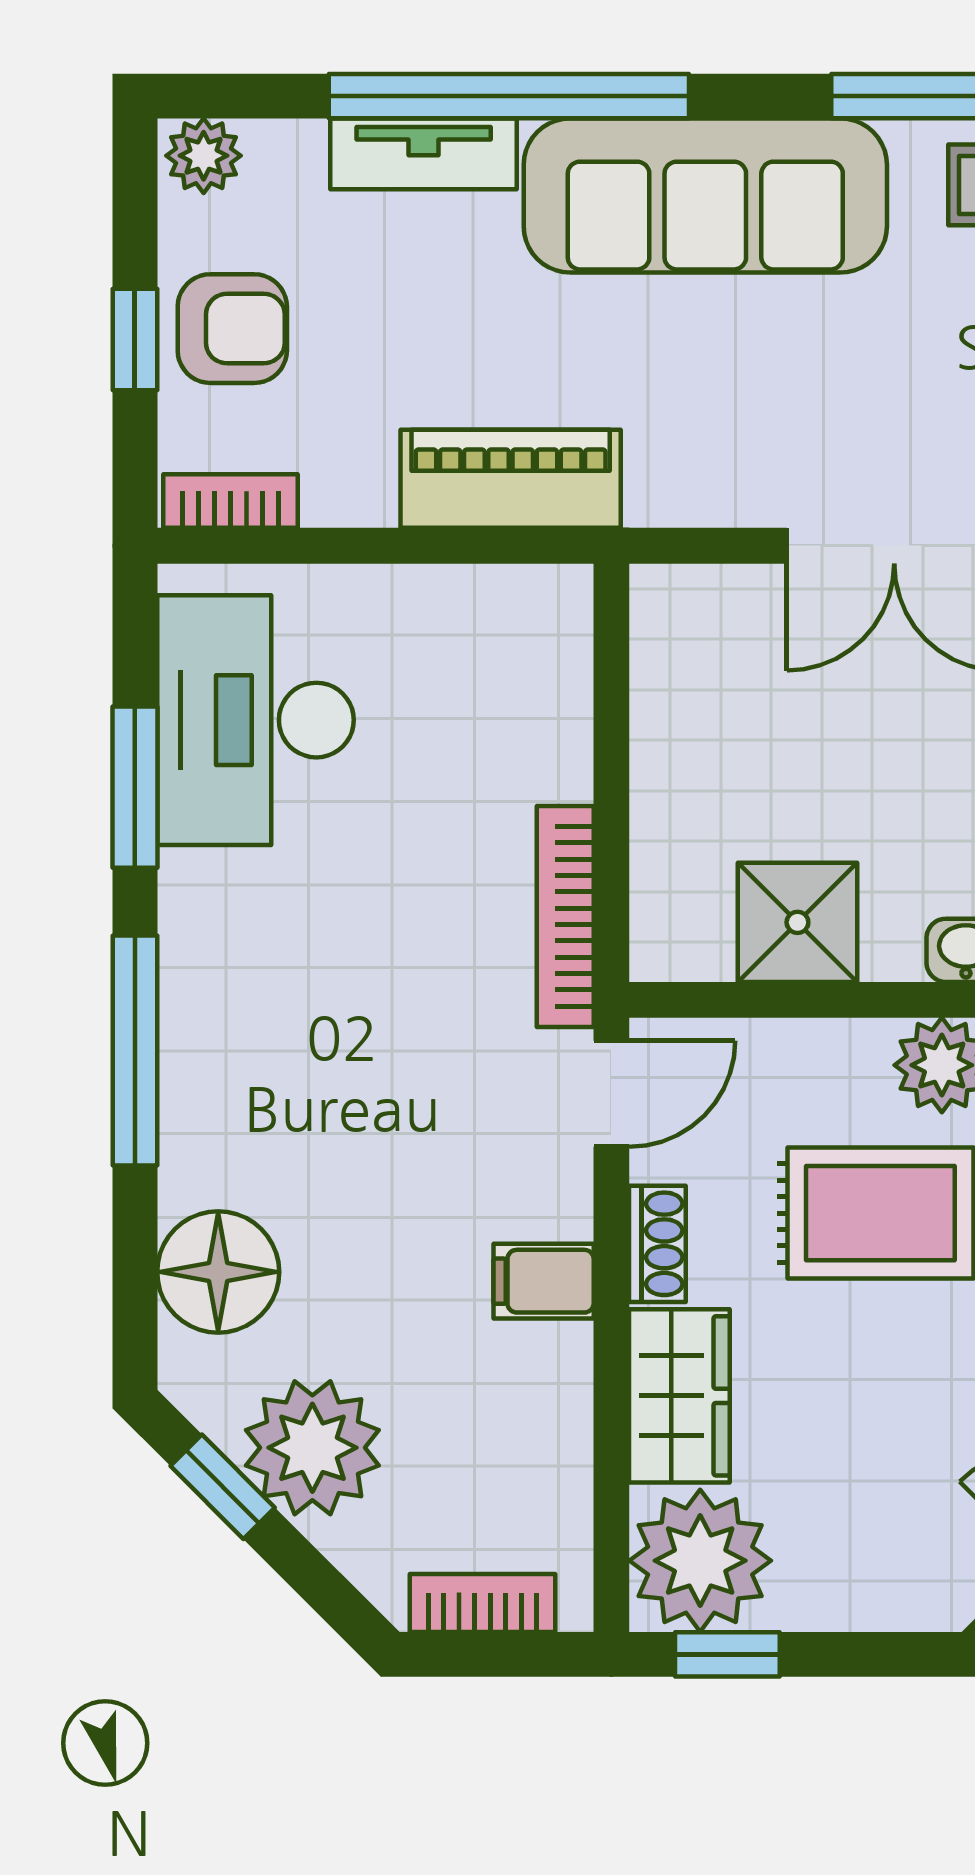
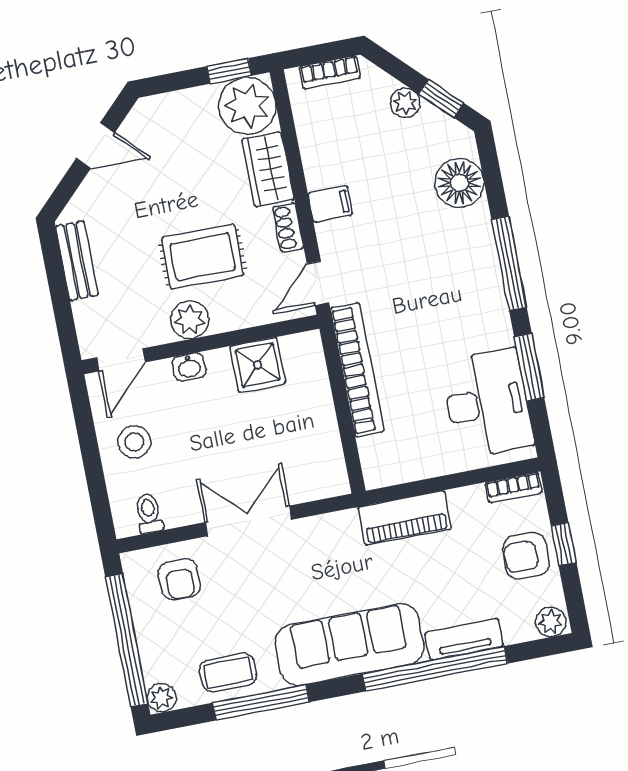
bookcase: (565, 916) -> (357, 370), width x1.48, depth x1.31
plant: (312, 1448) -> (405, 103), width x0.53, depth x0.53

